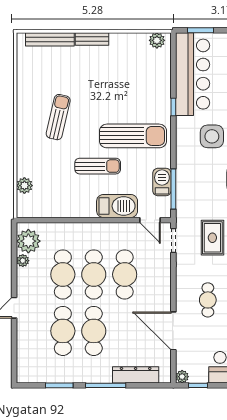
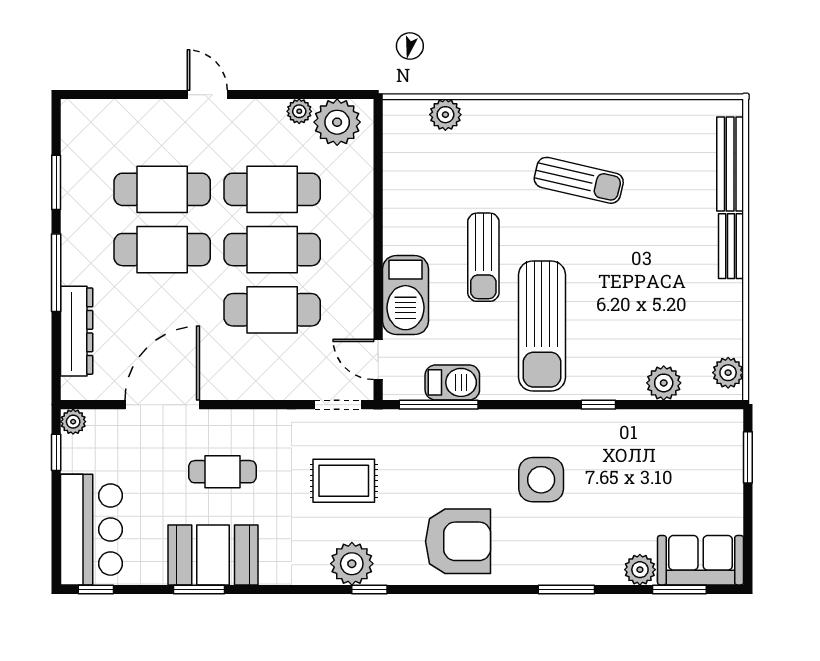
plant: (162, 73) -> (664, 383), added
bar counter: (193, 74) -> (662, 442), removed
door: (150, 220) -> (378, 359), hinge flipped

